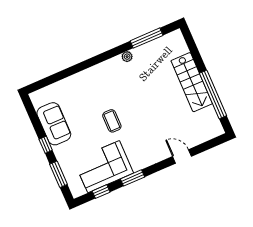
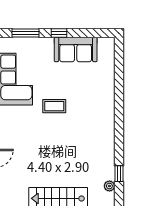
window: (147, 38) -> (119, 174), width x0.46
plant: (127, 57) -> (109, 186), moved

